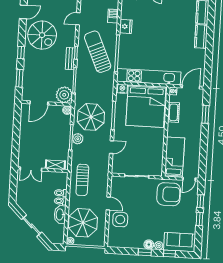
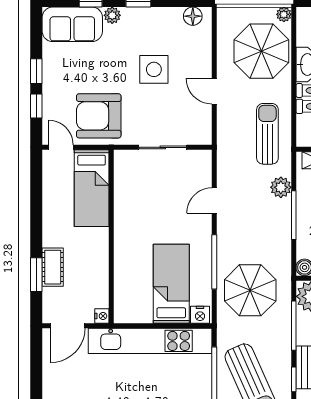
bed: (146, 106) -> (171, 284), width x0.49
cot: (174, 112) -> (53, 267), moved
parasol: (91, 117) -> (250, 290), moved
plant: (78, 139) -> (281, 187), moved
door: (189, 179) -> (61, 147), hinge flipped
side table: (120, 219) -> (154, 69), moved
floor lamp: (149, 245) -> (193, 16), moved

